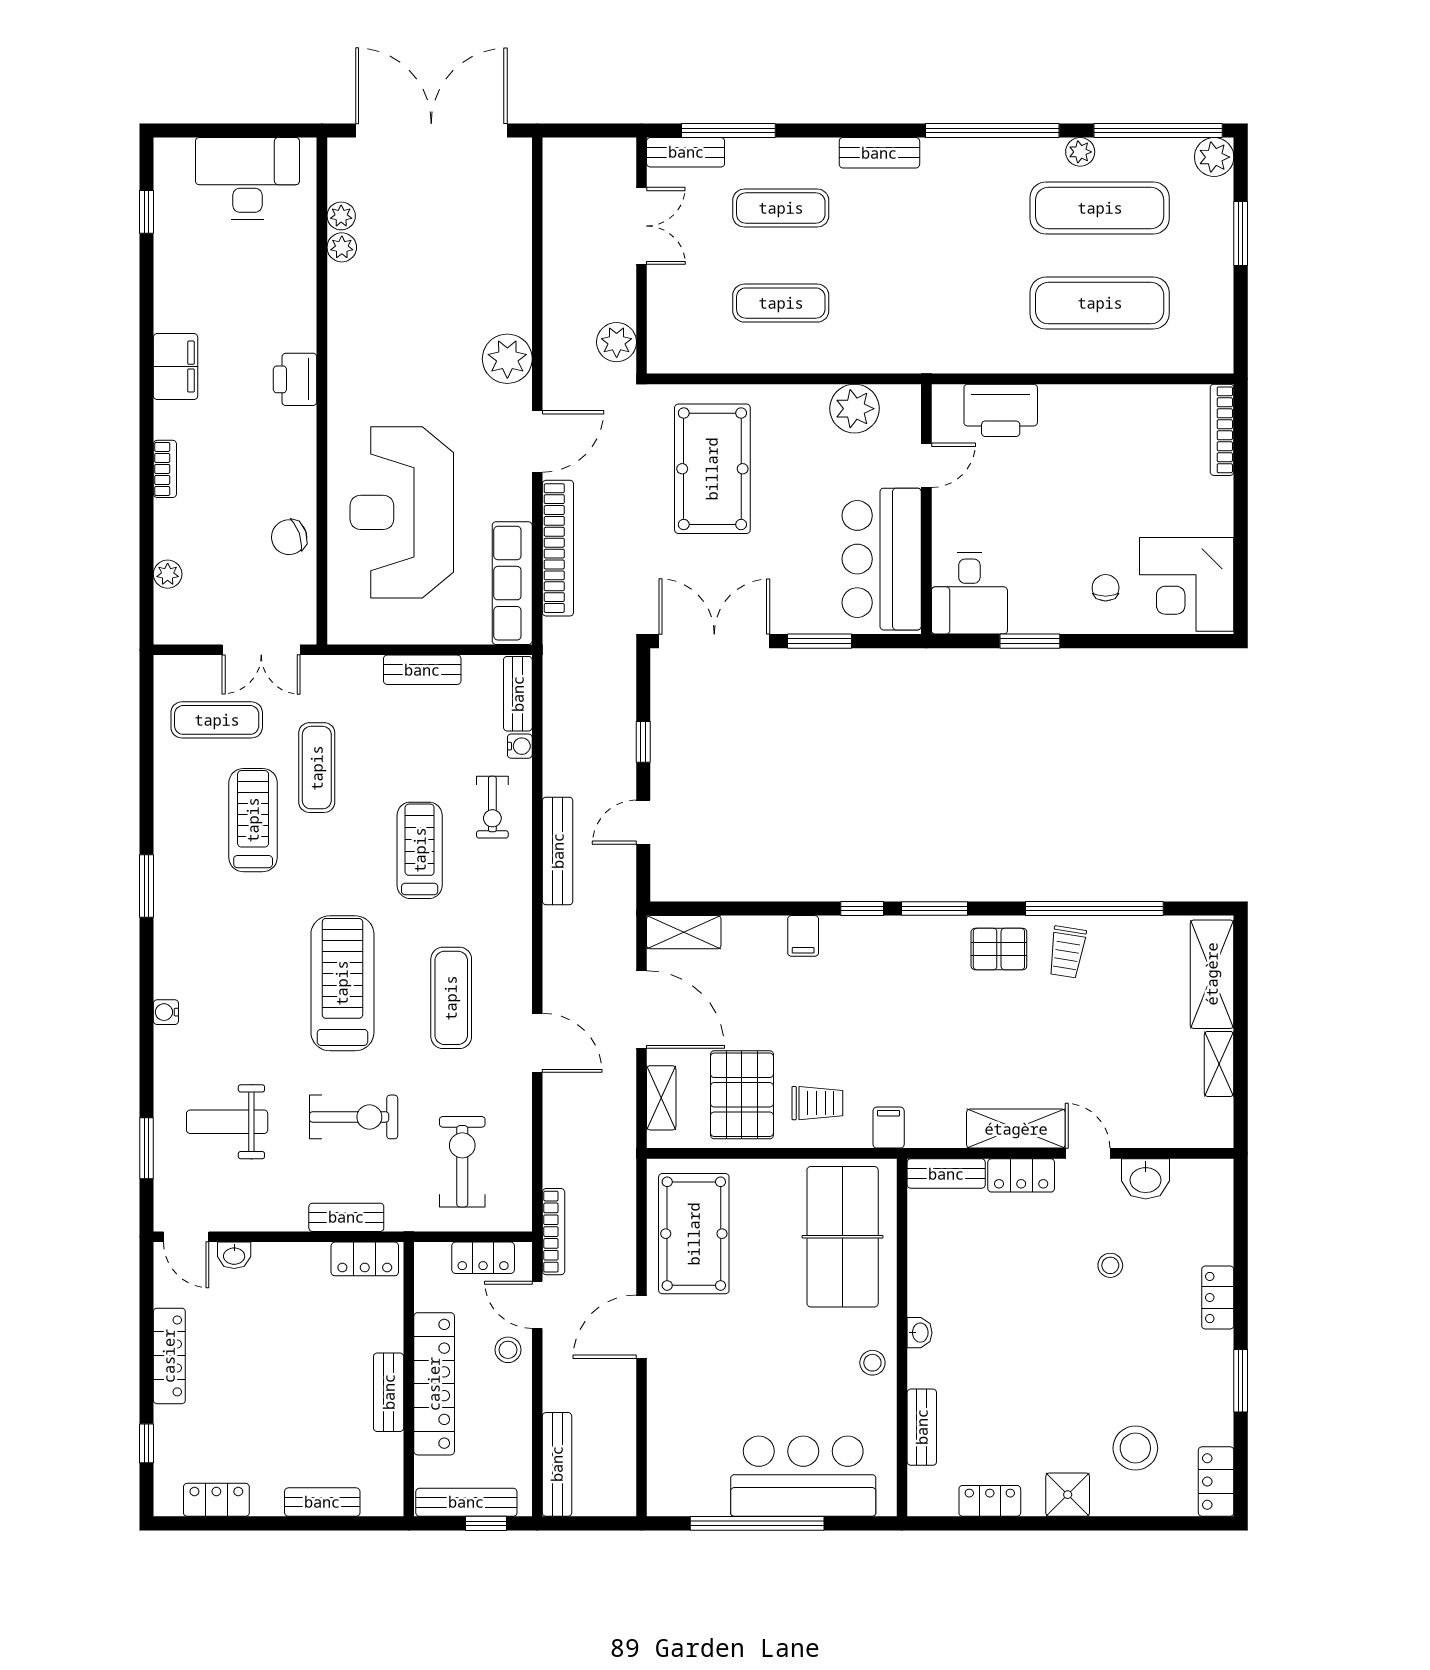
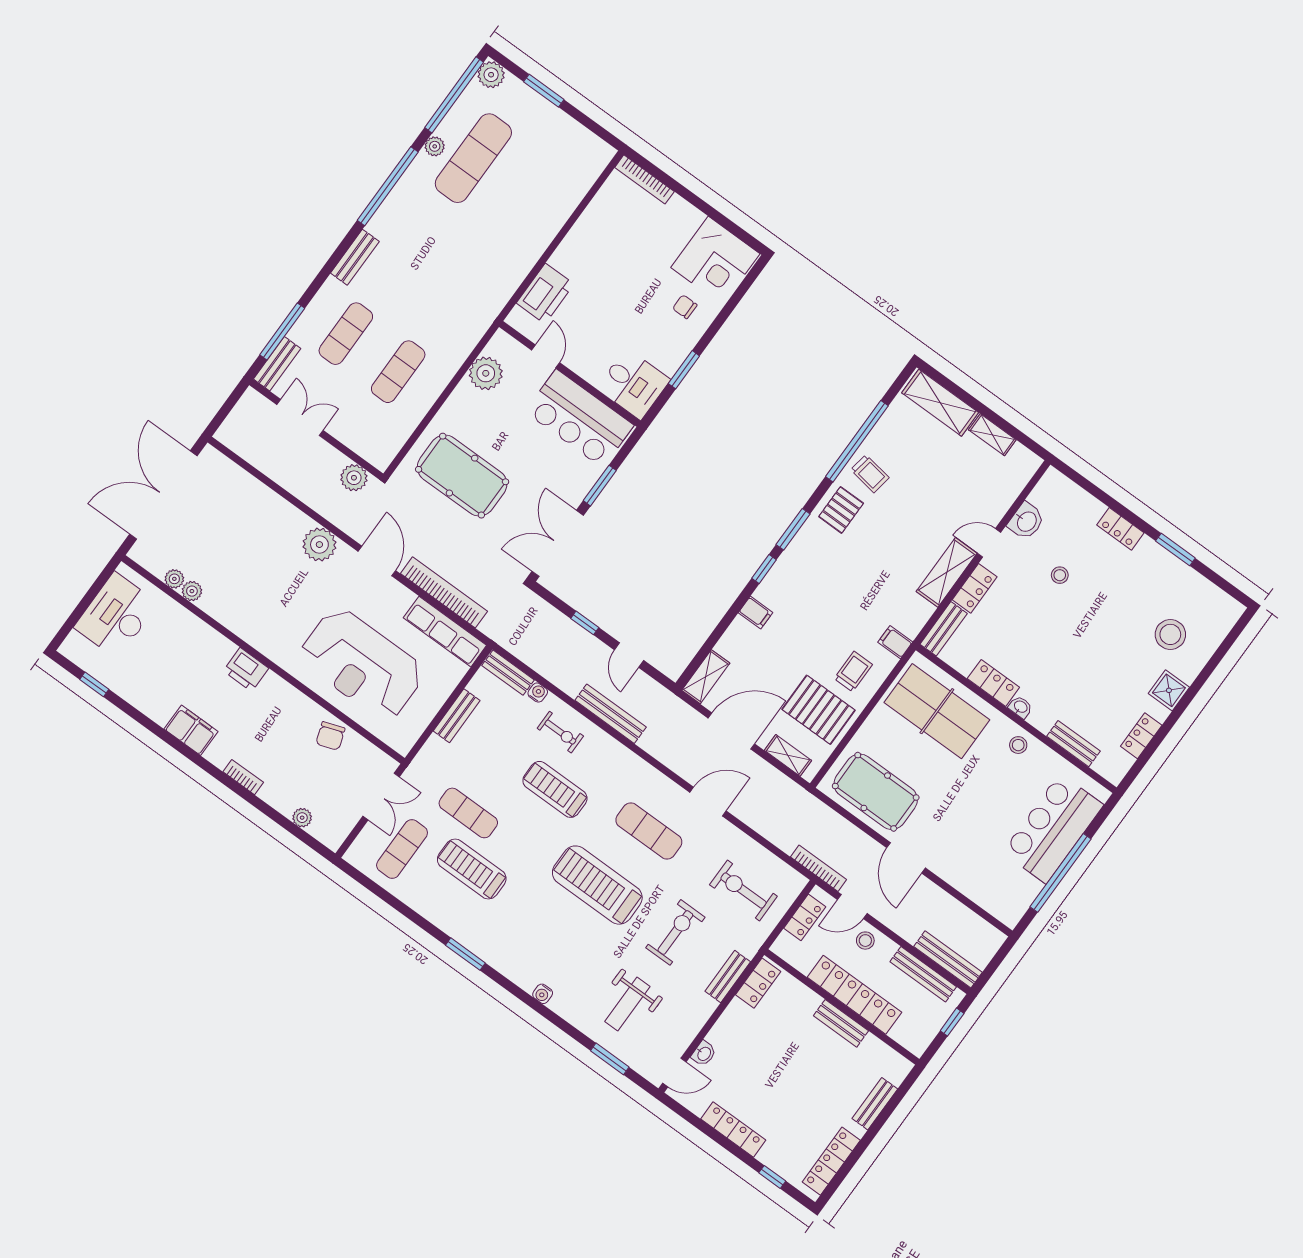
exercise mat: (1100, 303) -> (526, 196), removed
locker: (1216, 1482) -> (993, 683), moved, turned 180
locker: (216, 1500) -> (831, 1161), width x1.53
bench: (466, 1502) -> (923, 974), moved, turned 90

